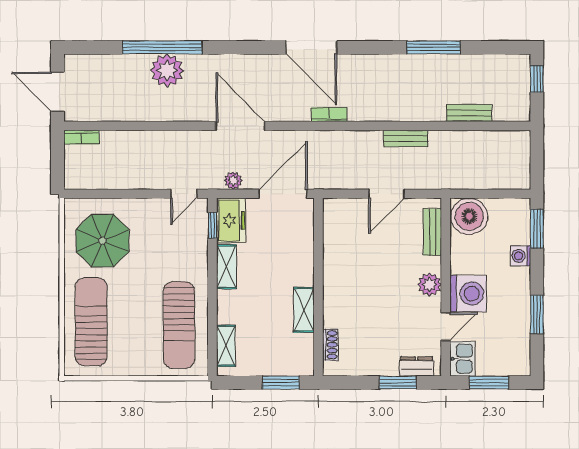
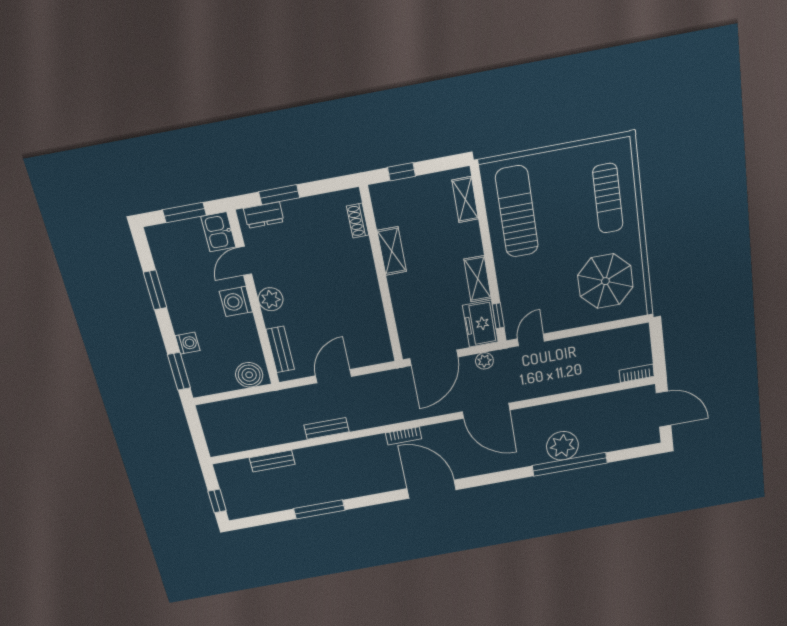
boiler: (469, 216) -> (249, 375), width x0.73, depth x0.73
washing machine: (468, 294) -> (236, 301), width x0.73, depth x0.73
sun lounger: (91, 322) -> (608, 198), width x0.73, depth x0.75
window: (281, 383) -> (401, 172), width x0.67

